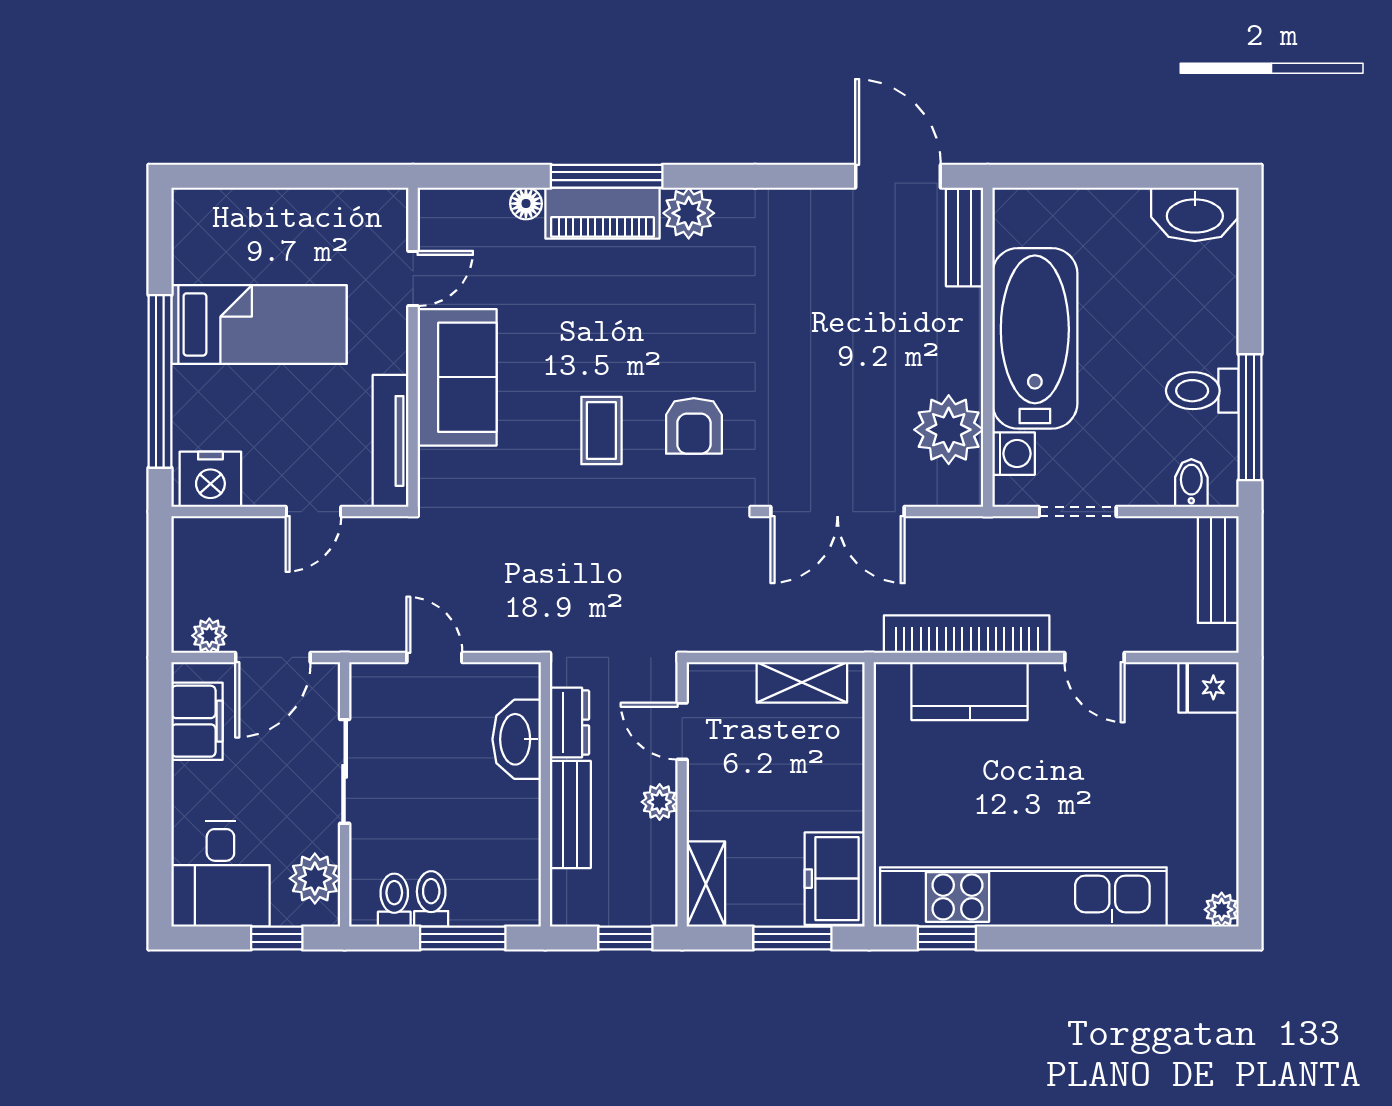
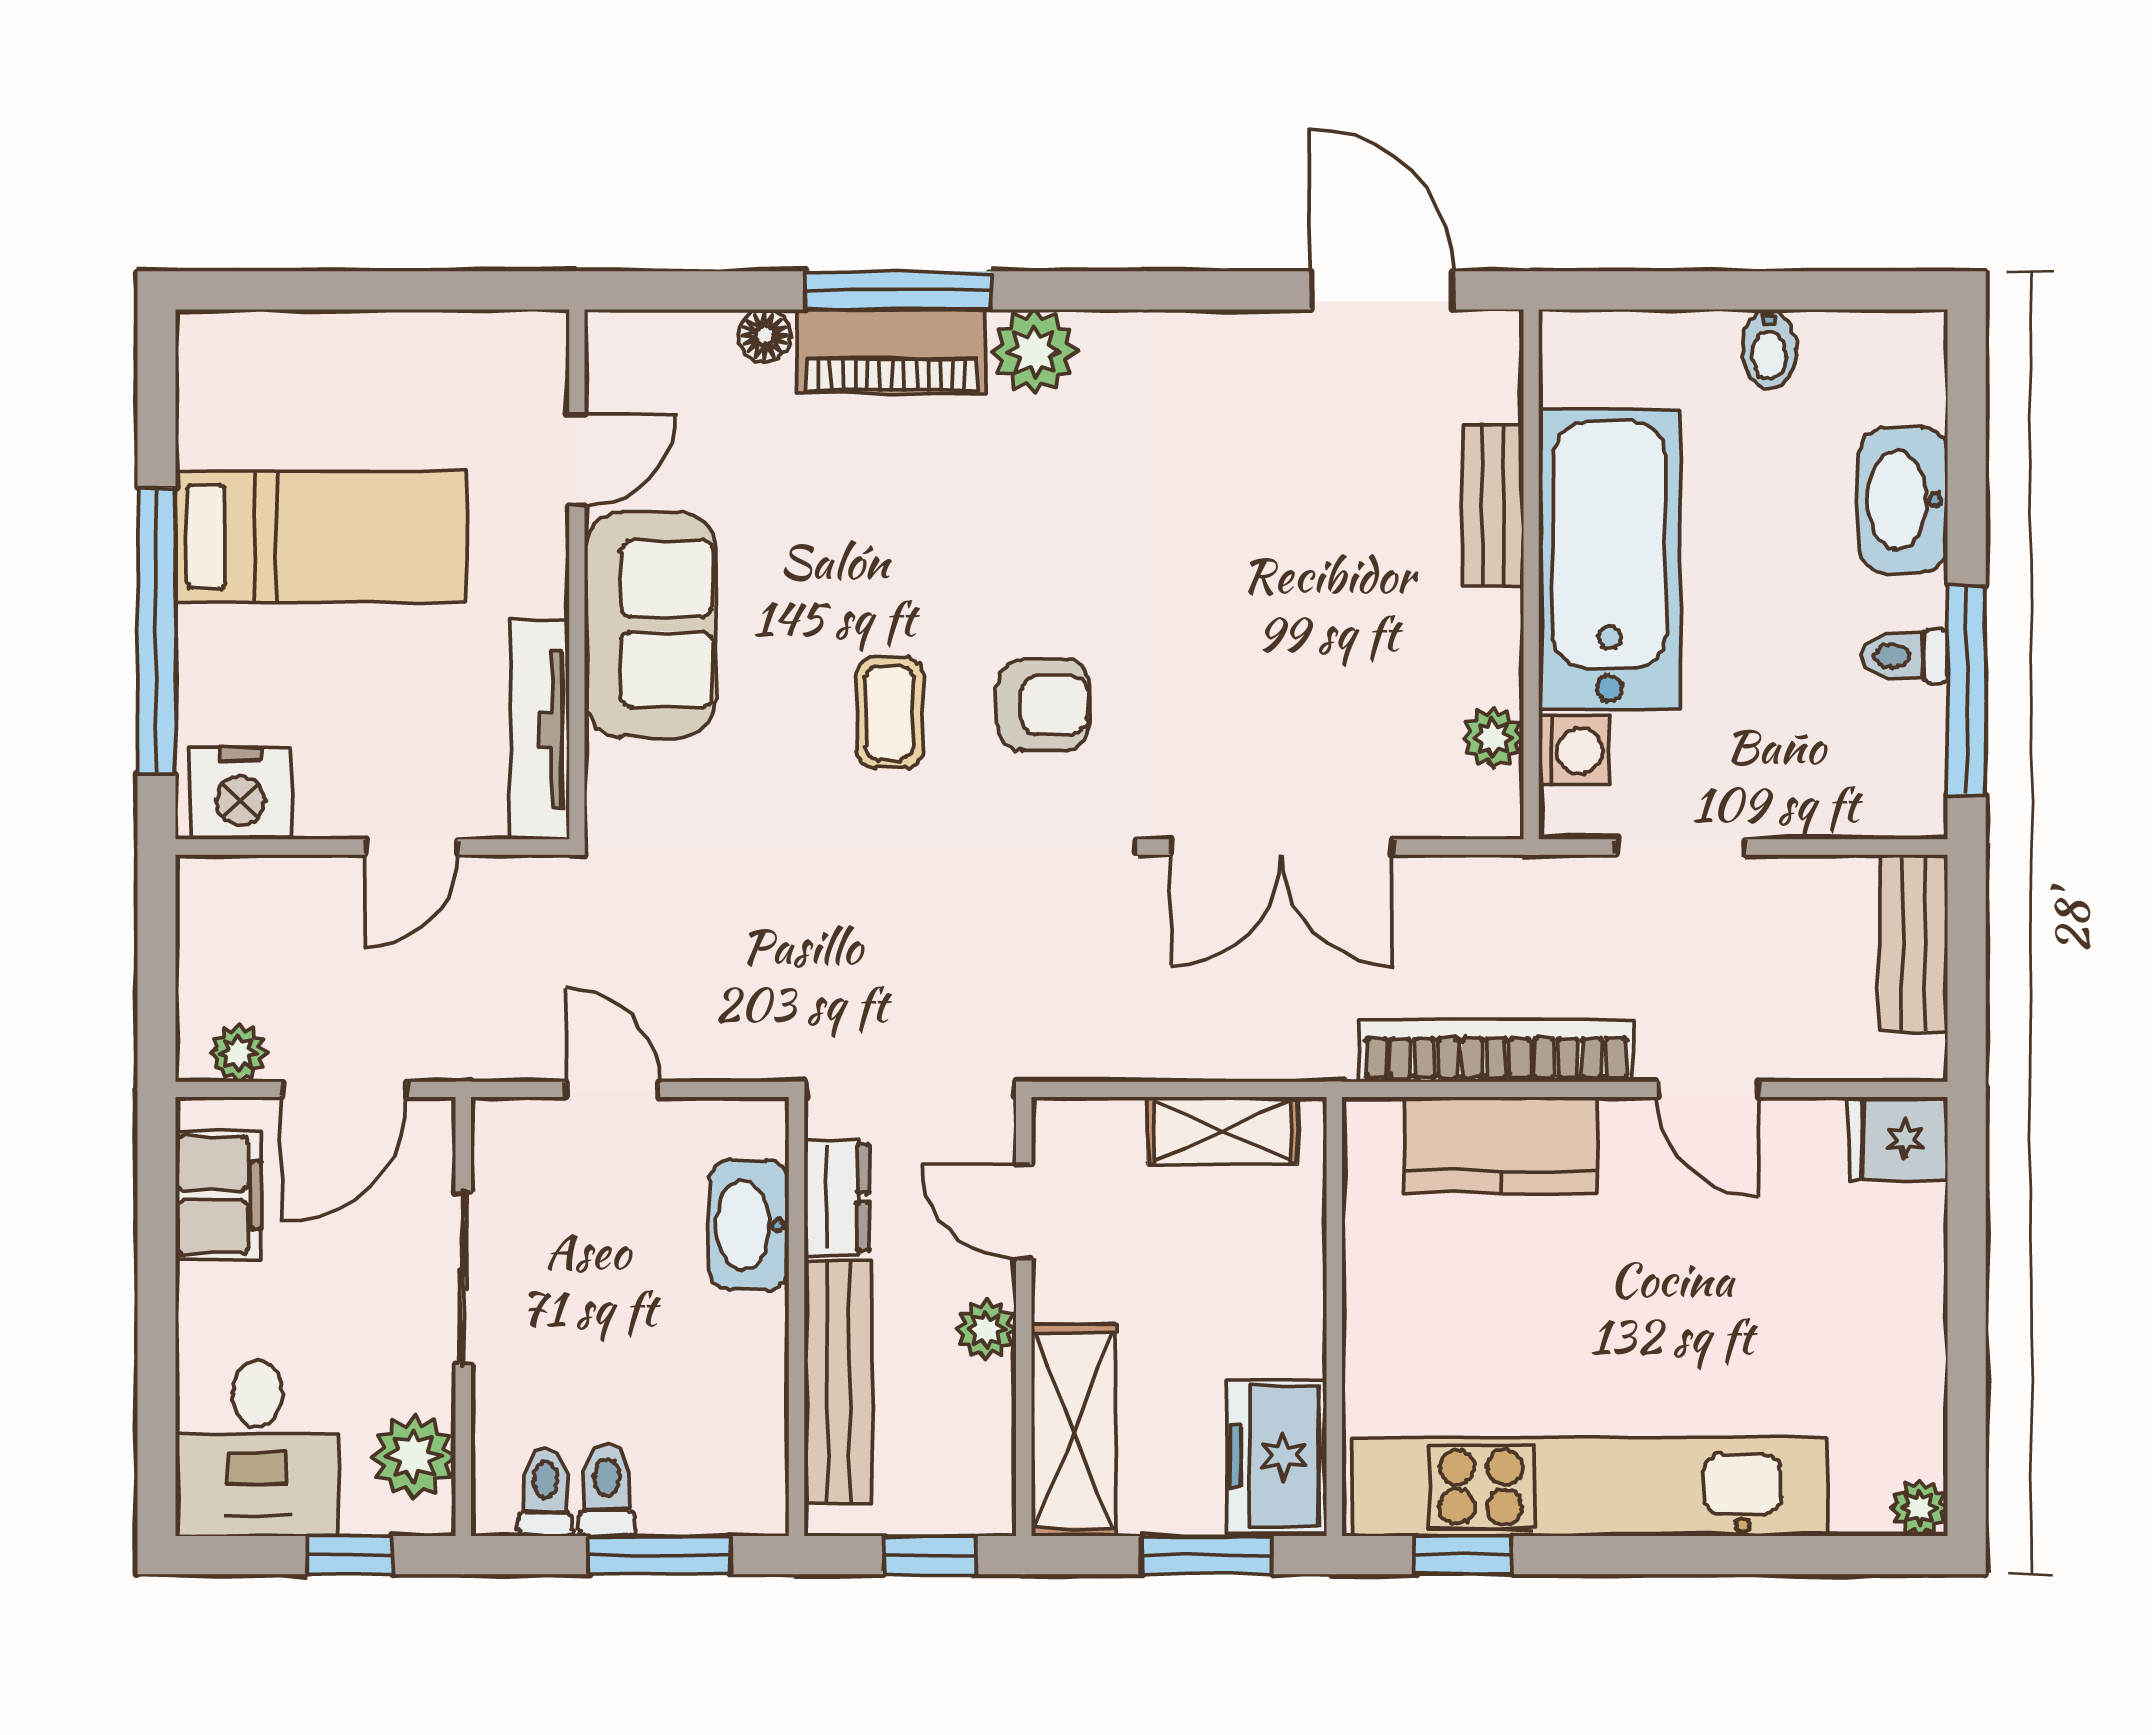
washbasin: (1195, 214) -> (1903, 500), moved, turned 90
bench: (965, 238) -> (1493, 505), moved
toilet: (1202, 391) -> (1904, 656), width x0.73, depth x0.72
armchair: (694, 426) -> (1043, 705), turned -90
plant: (949, 430) -> (1493, 738), width x0.53, depth x0.53
bidet: (1191, 483) -> (1769, 349), moved, turned 180
bench: (570, 815) -> (838, 1383), width x1.36
shelving: (706, 884) -> (1074, 1430), width x1.50, depth x1.33

